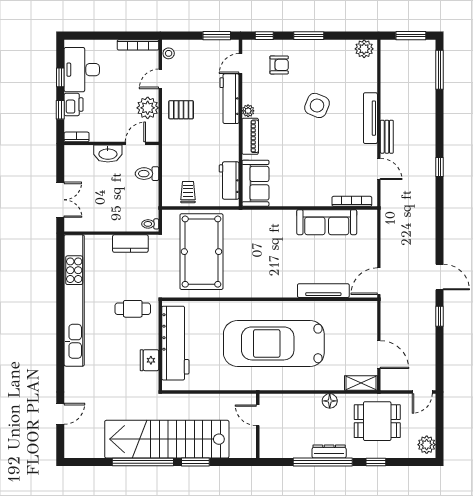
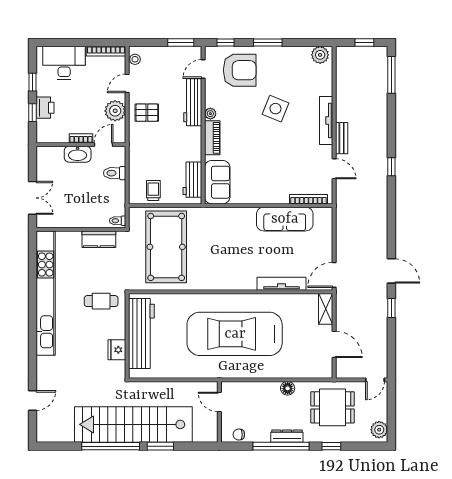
window: (411, 36) -> (364, 42), width x0.67
armchair: (279, 65) -> (240, 70), width x1.88, depth x1.88
desk: (82, 70) -> (64, 63), moved, turned 90
bookcase: (77, 137) -> (81, 138), moved
shelving: (361, 383) -> (326, 309), moved, turned 90
chair: (278, 450) -> (239, 435), added

